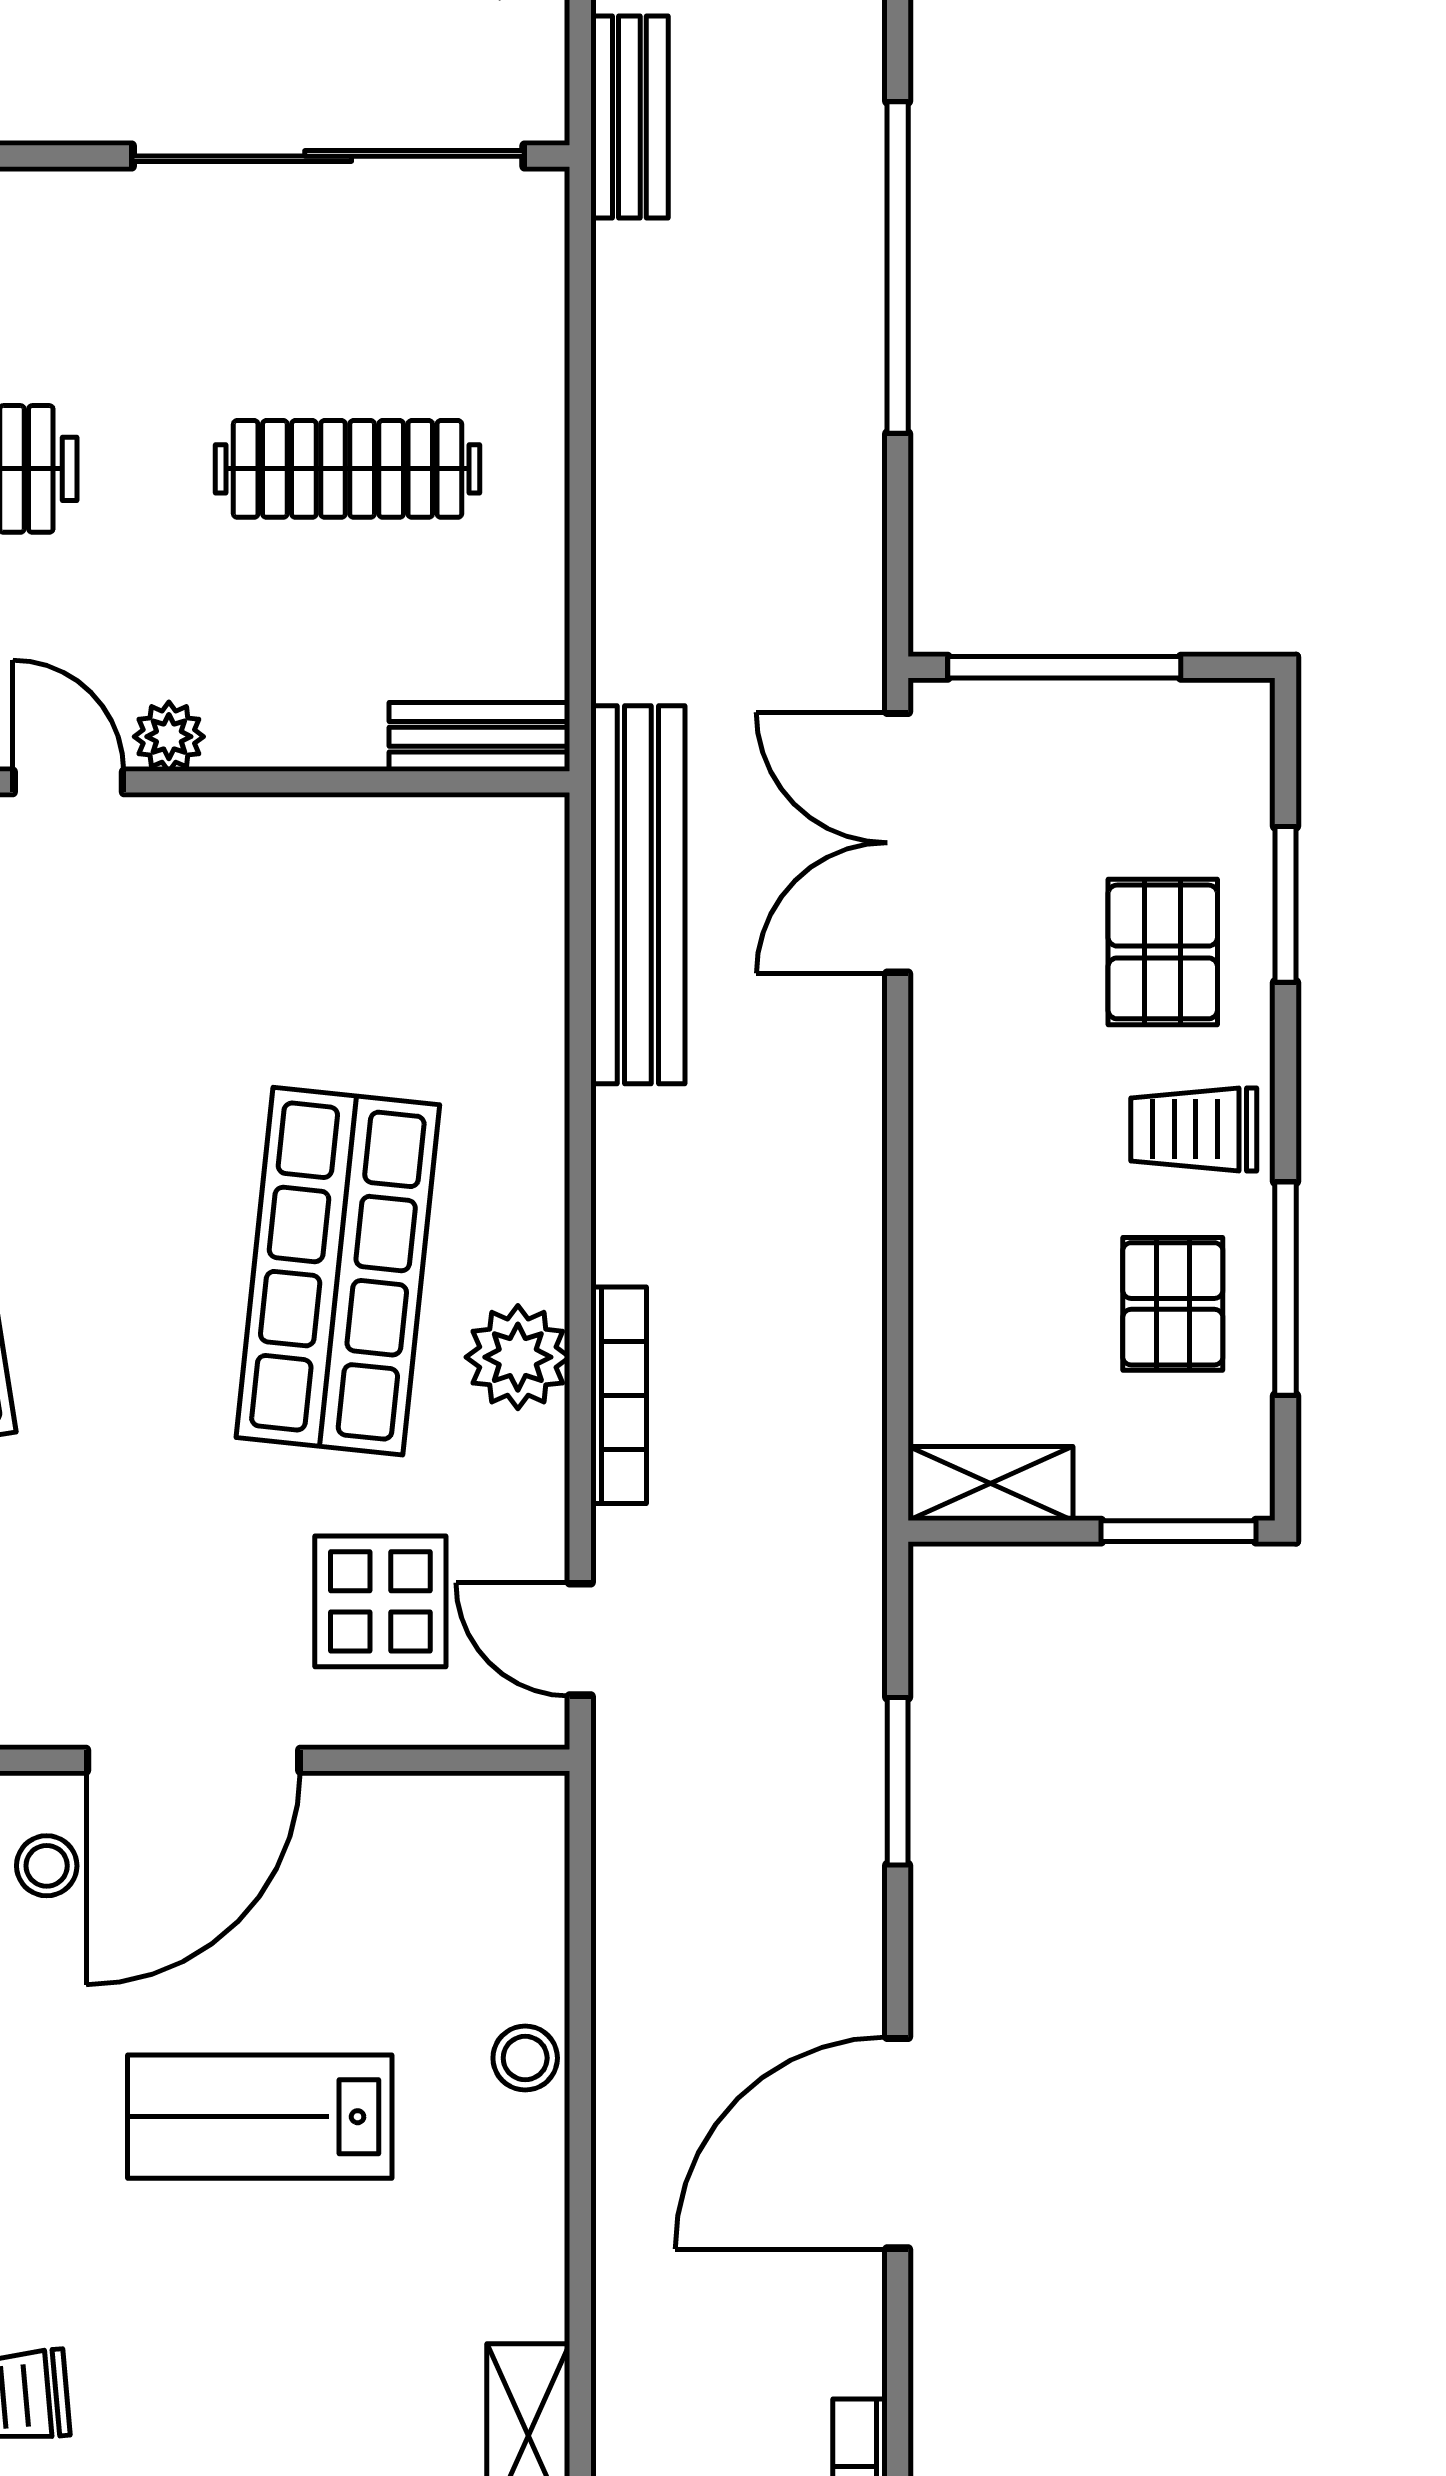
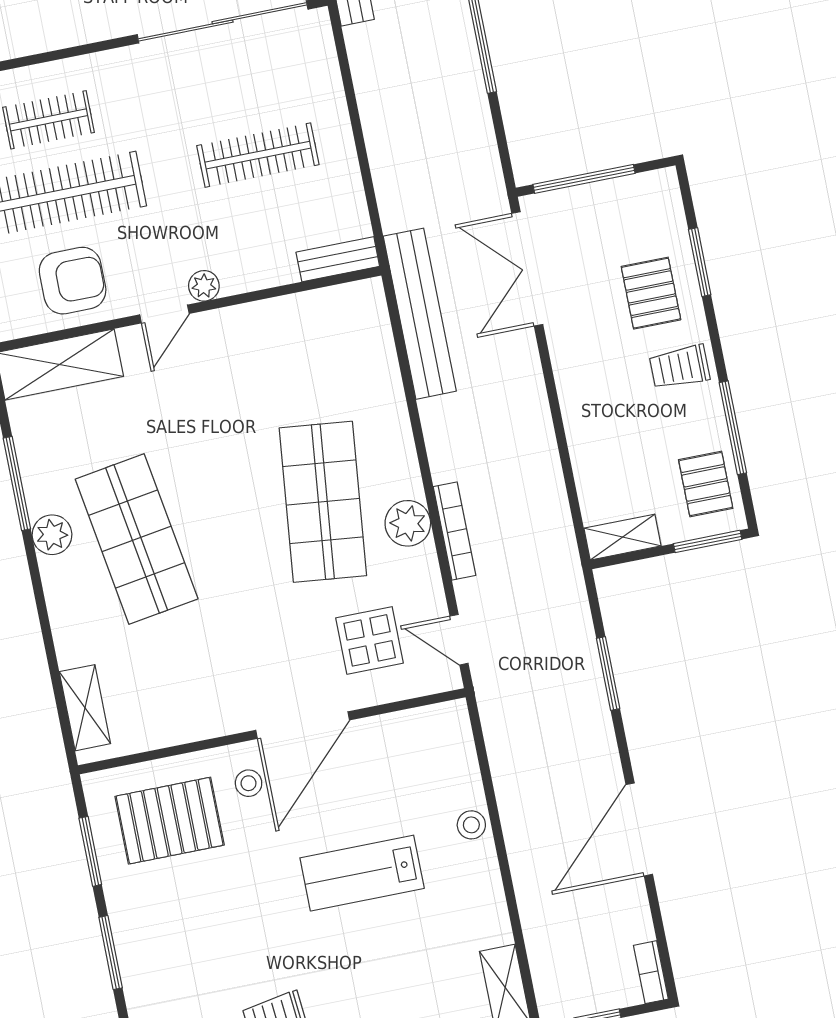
door: (68, 782) -> (164, 314), swing flipped
pallet: (1173, 1304) -> (706, 484), moved

